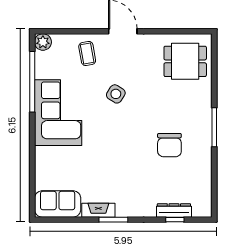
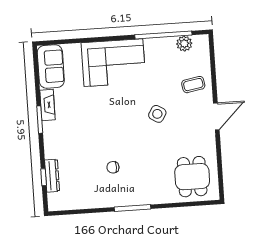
plant: (43, 42) -> (184, 44), moved
corner sofa: (58, 113) -> (113, 63), moved
chair: (169, 145) -> (113, 167), width x0.54, depth x0.54

